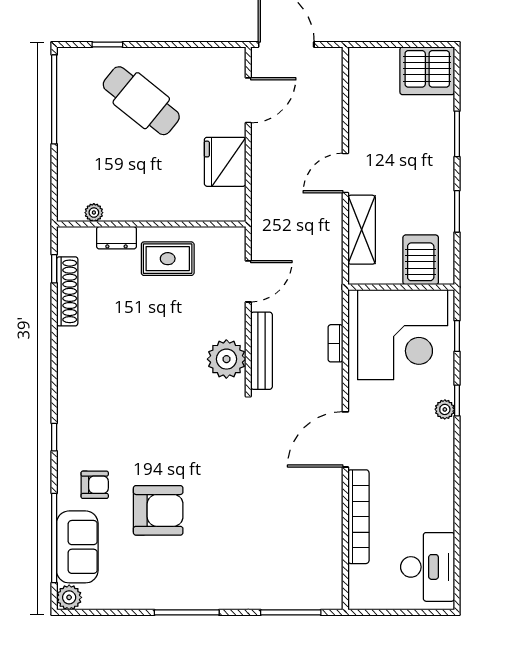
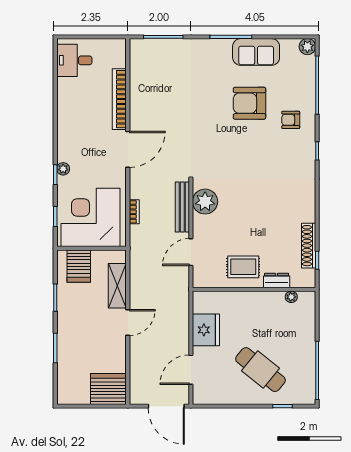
server rack: (427, 71) -> (108, 389), moved
sofa: (77, 547) -> (256, 52), moved, turned -90
desk: (428, 567) -> (74, 60), width x0.73

